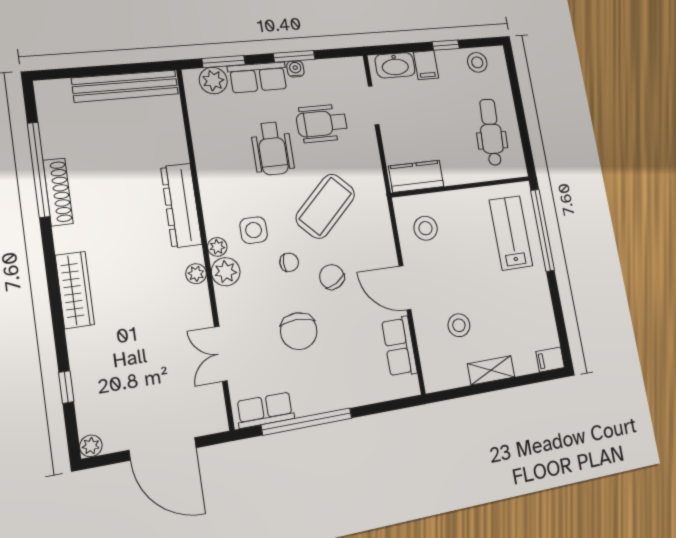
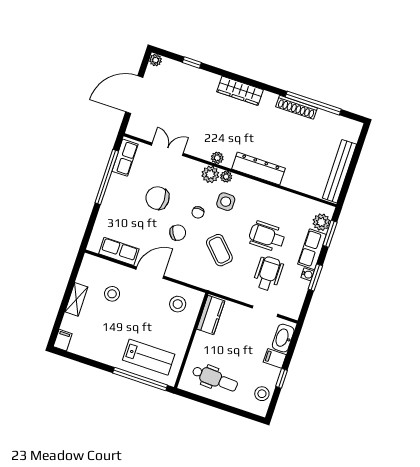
coffee table: (325, 206) -> (219, 250), width x0.73, depth x0.76

